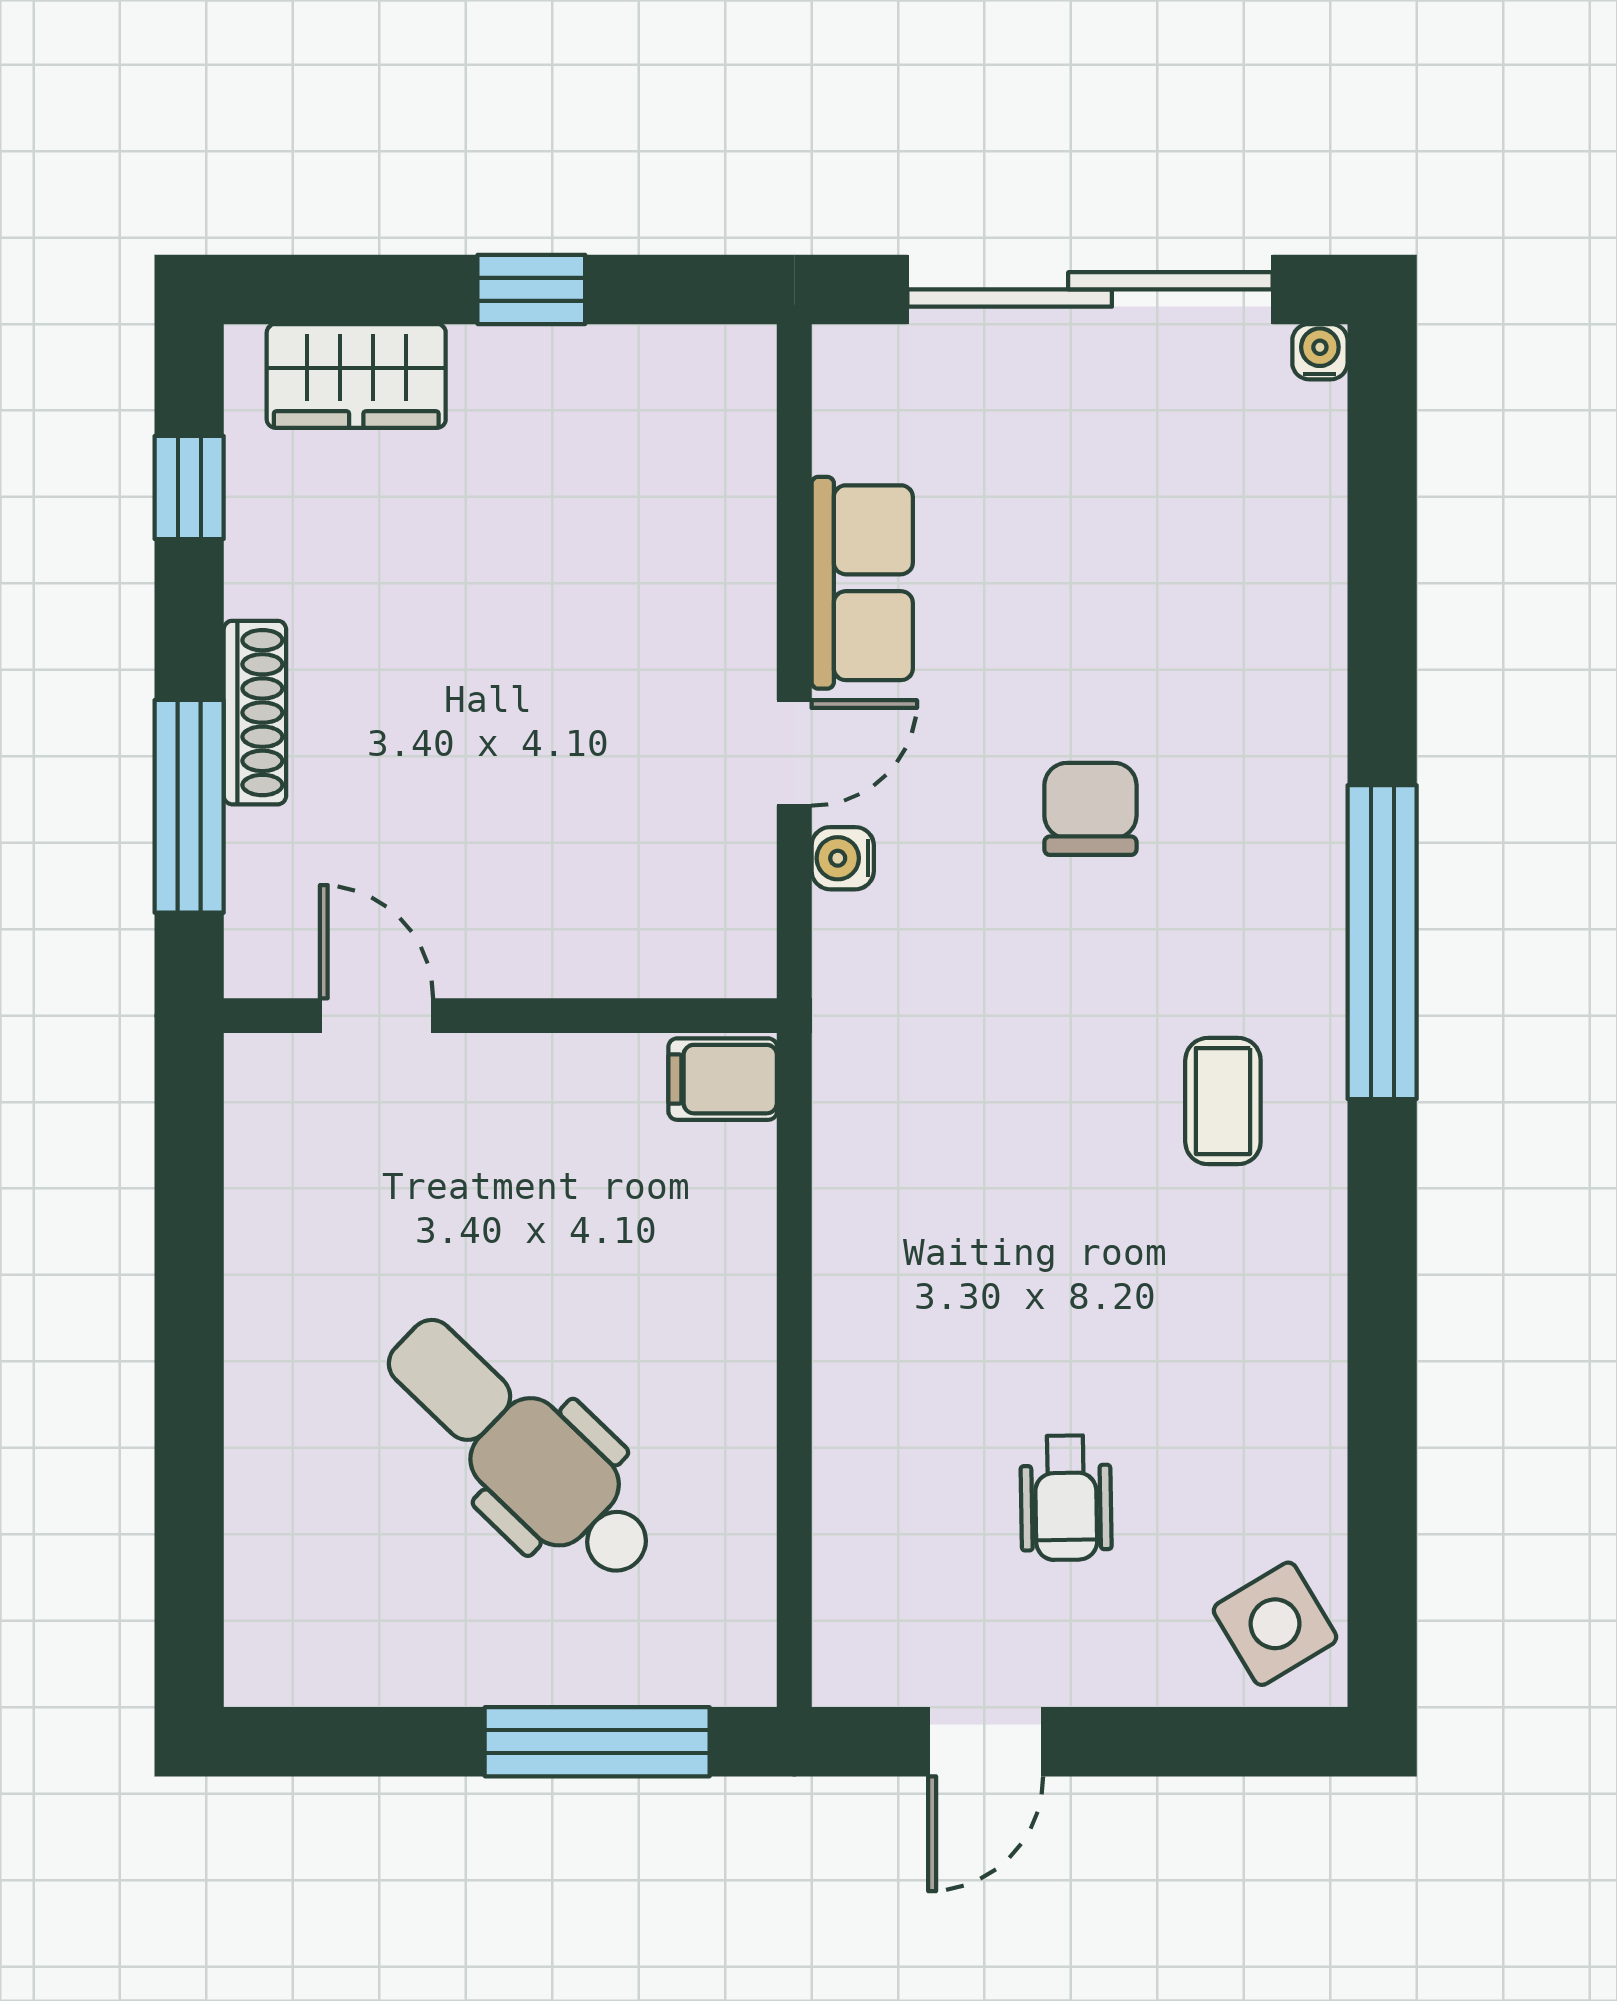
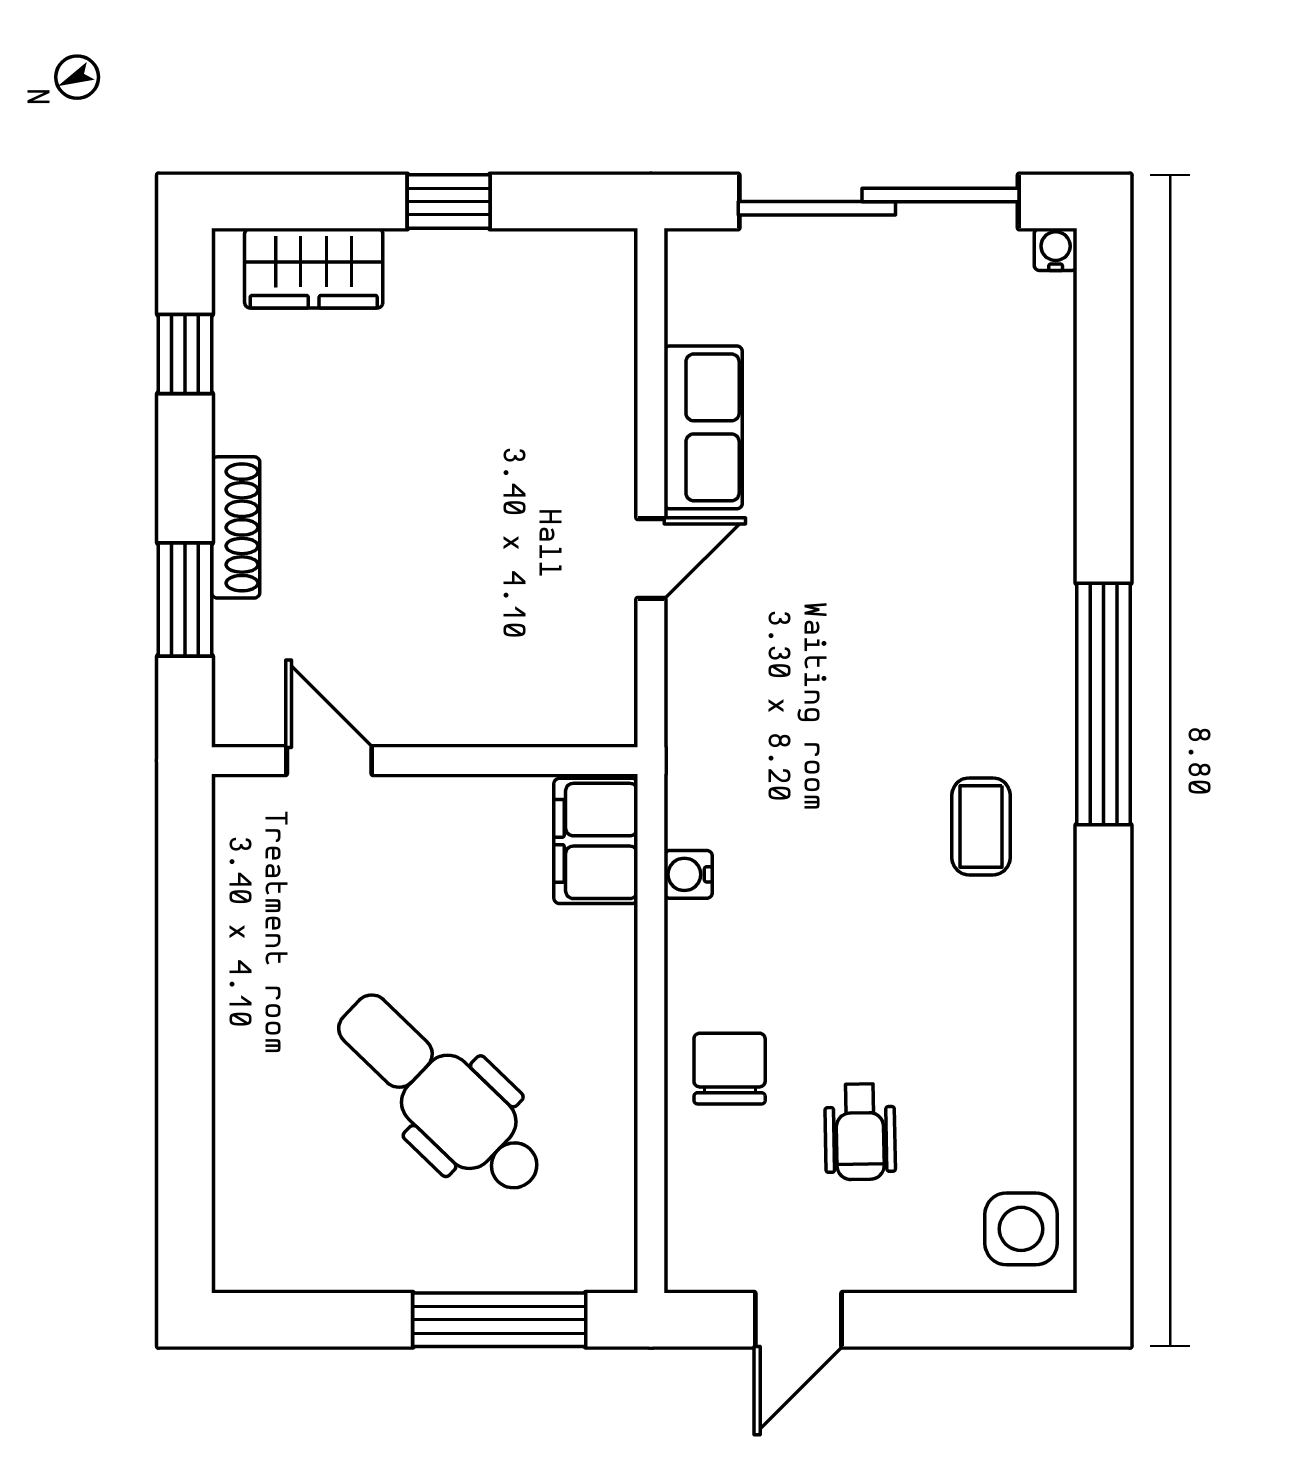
window: (189, 806) -> (185, 600), width x0.69
chair: (1090, 809) -> (730, 1069), moved
water cooler: (843, 858) -> (688, 874), moved
filing cabinet: (723, 1079) -> (596, 841), width x2.00
side table: (1275, 1624) -> (1021, 1229), turned 31

